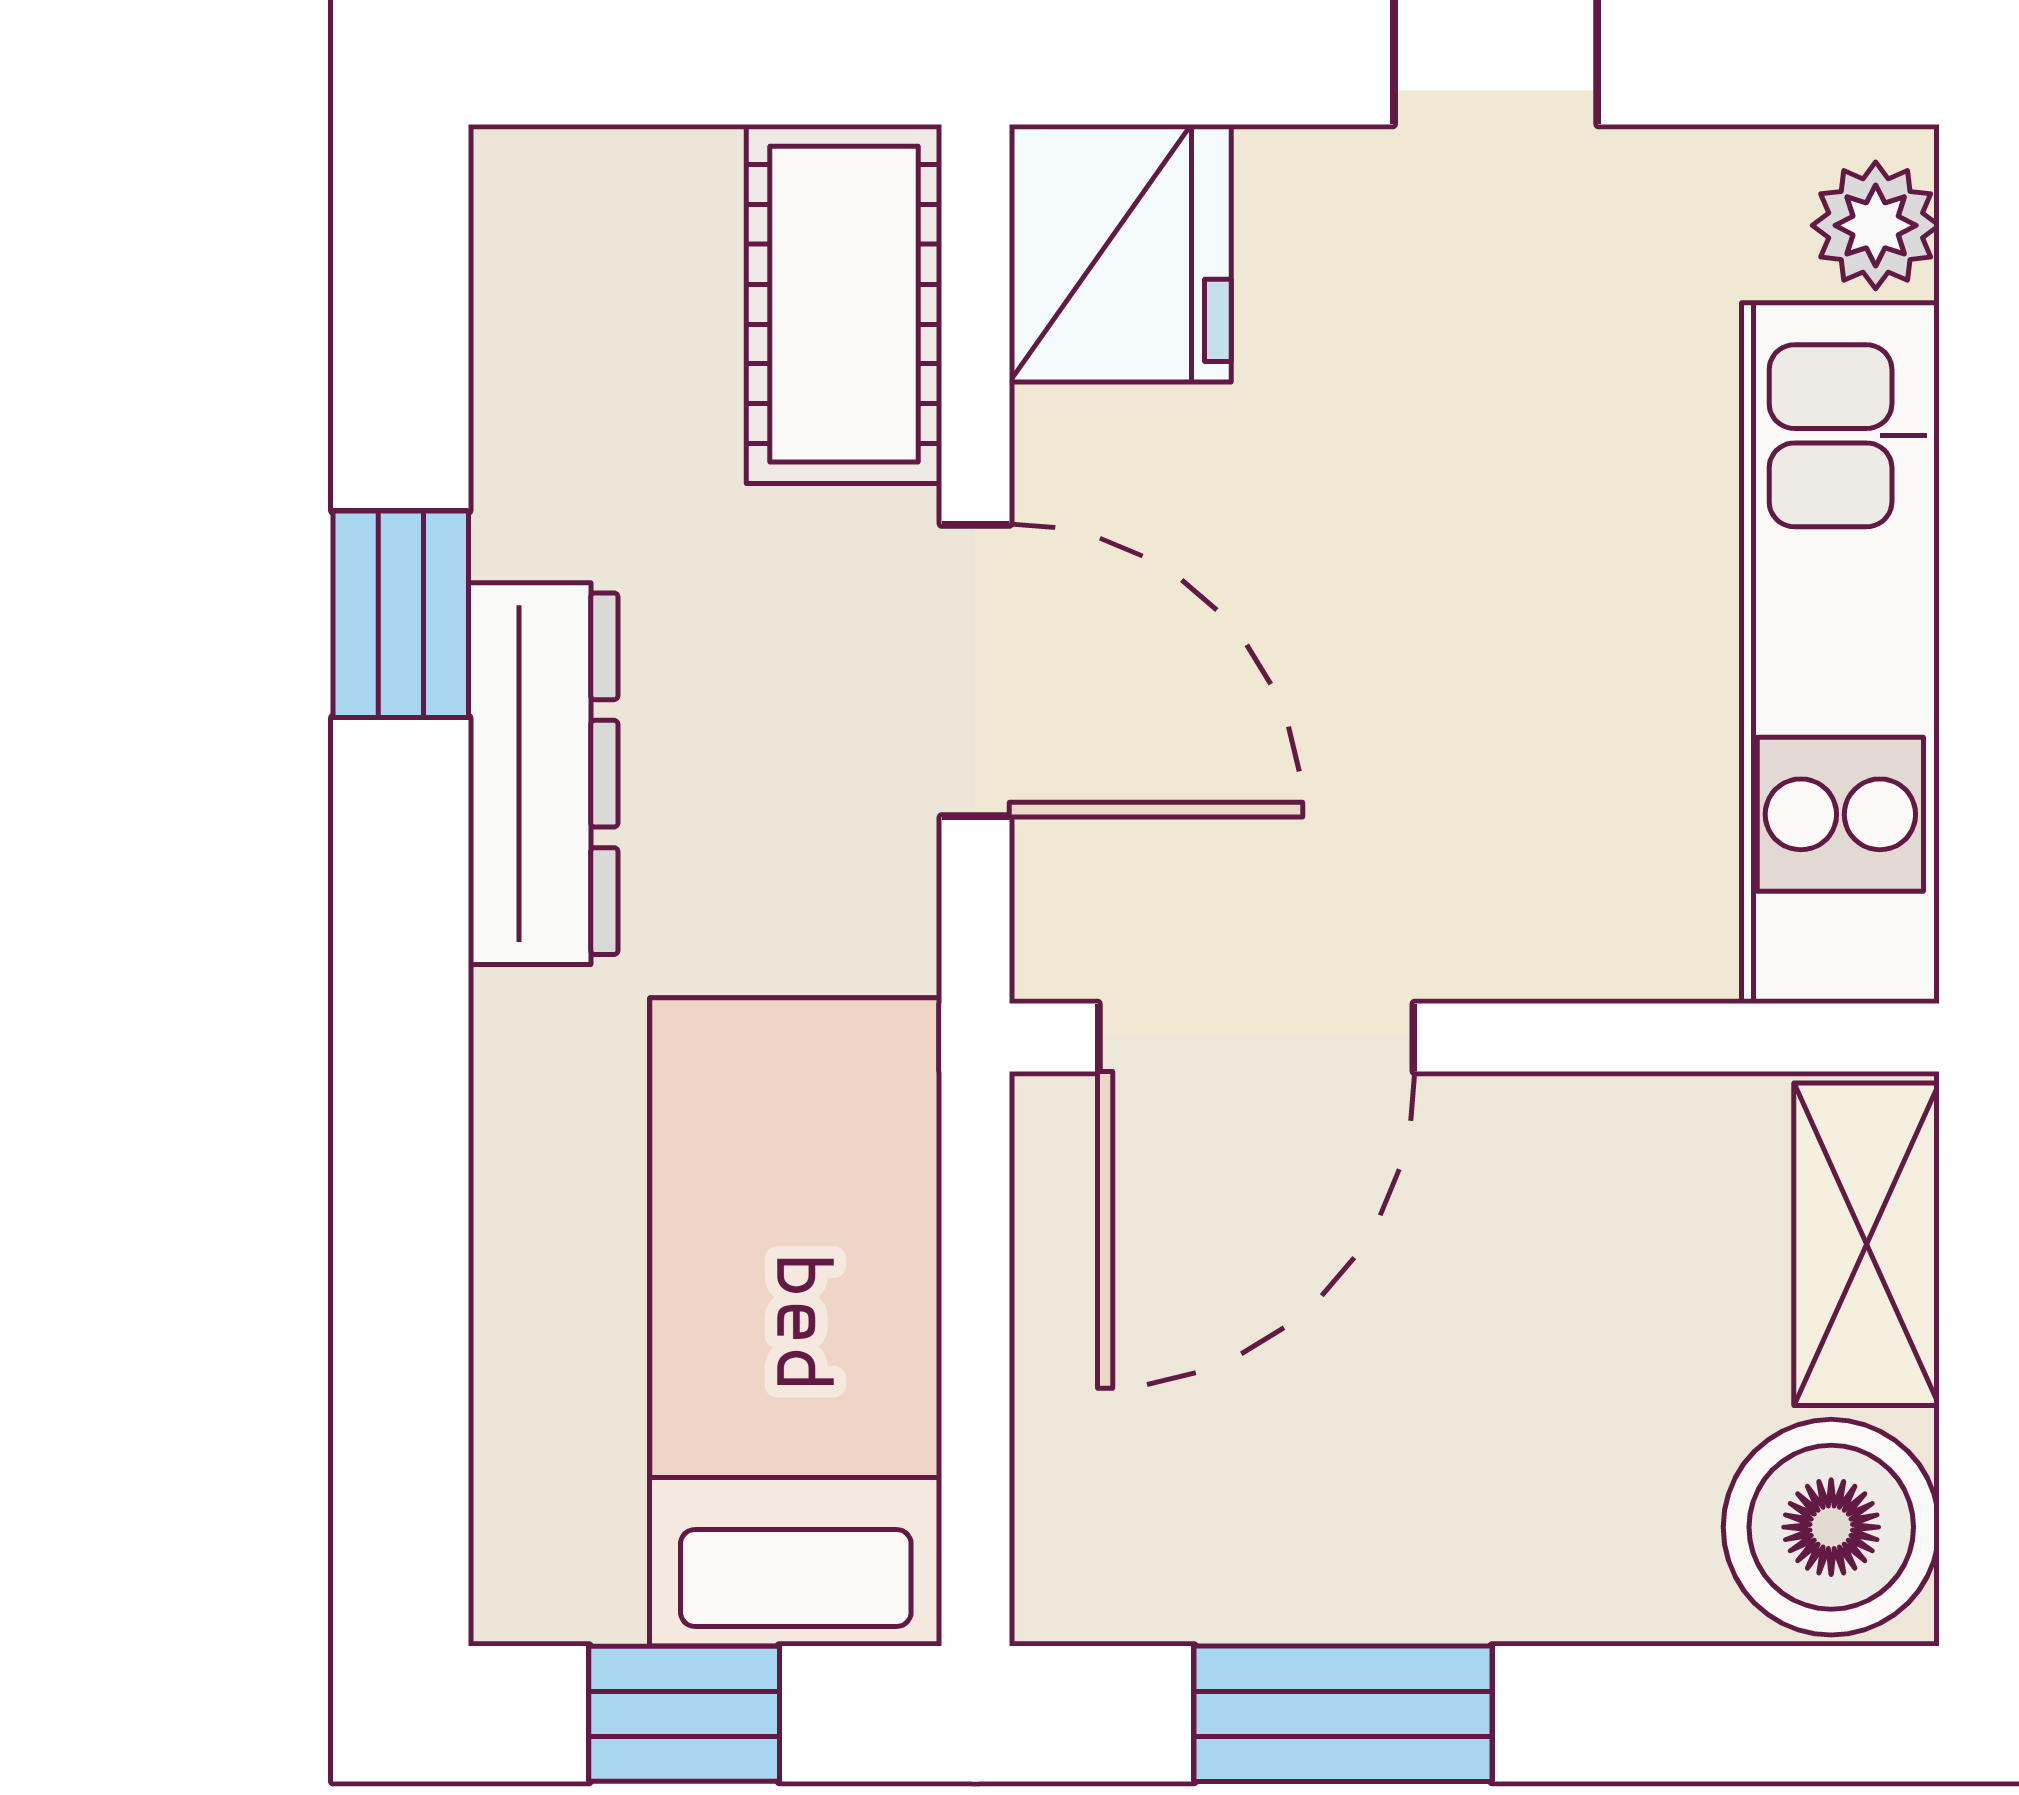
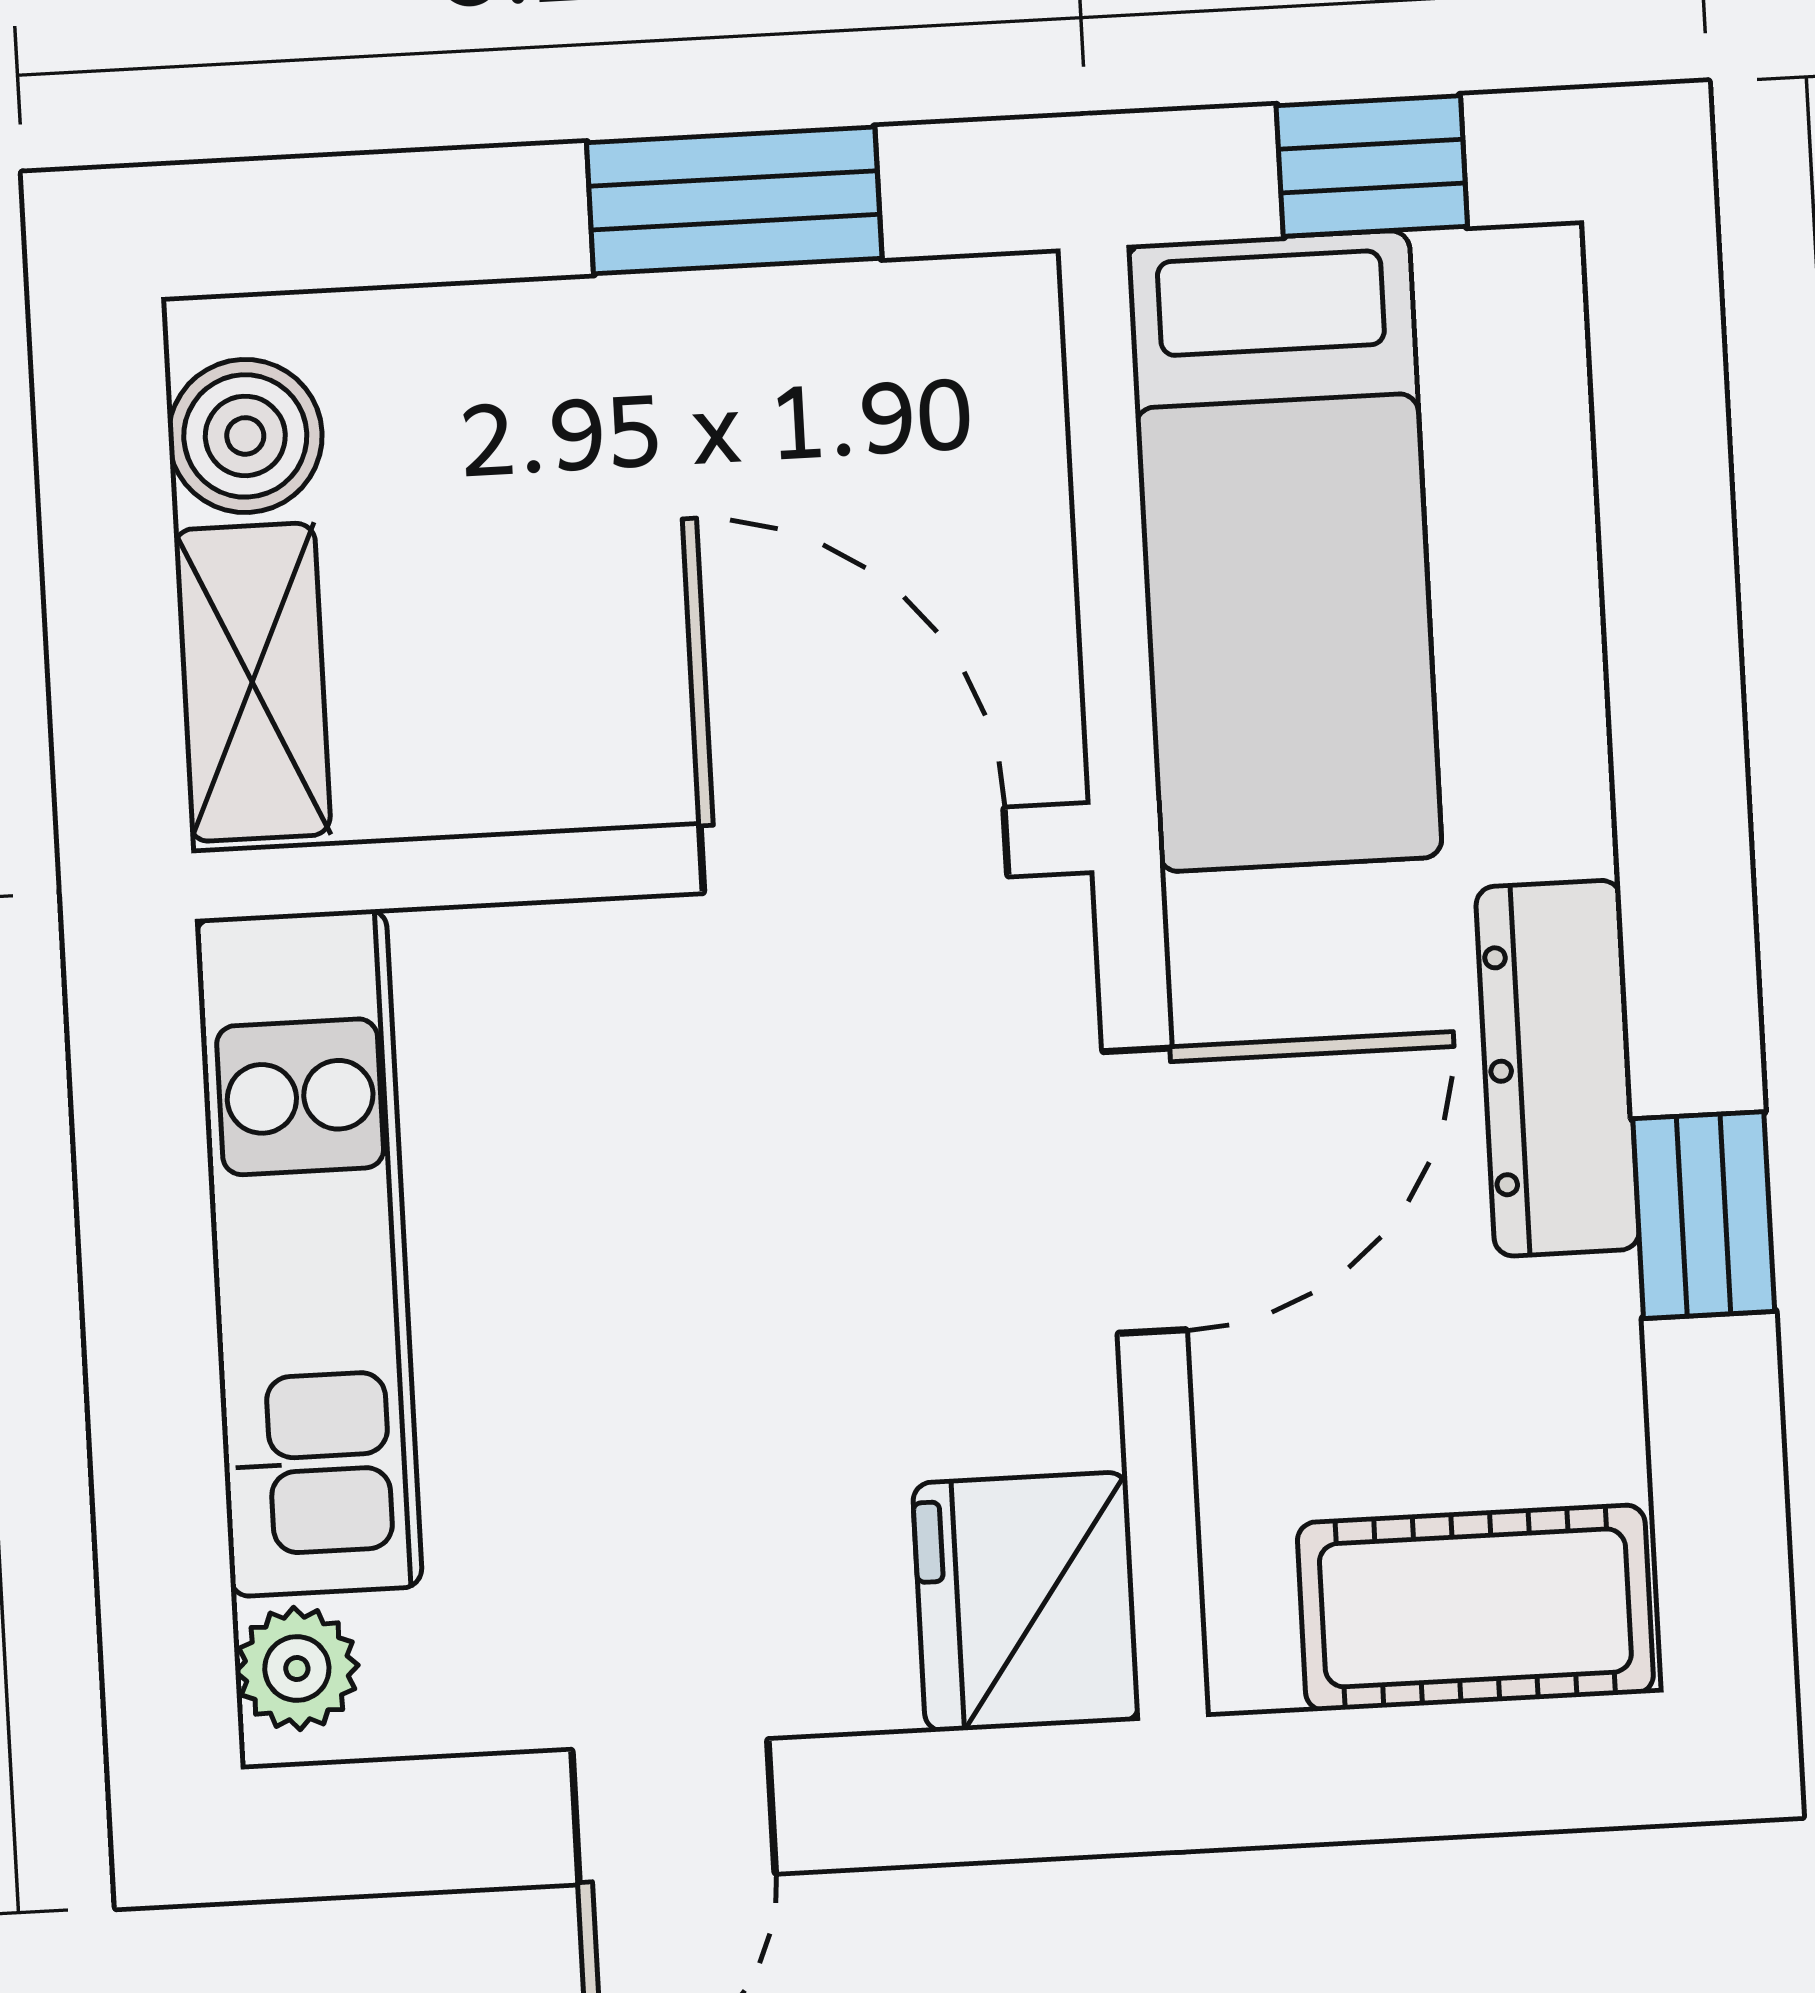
cot: (844, 304) -> (1475, 1608), moved, turned 90
door: (975, 671) -> (1145, 1191), swing flipped
door: (1256, 1037) -> (854, 850), hinge flipped
boiler: (1831, 1527) -> (245, 436), width x0.73, depth x0.73

